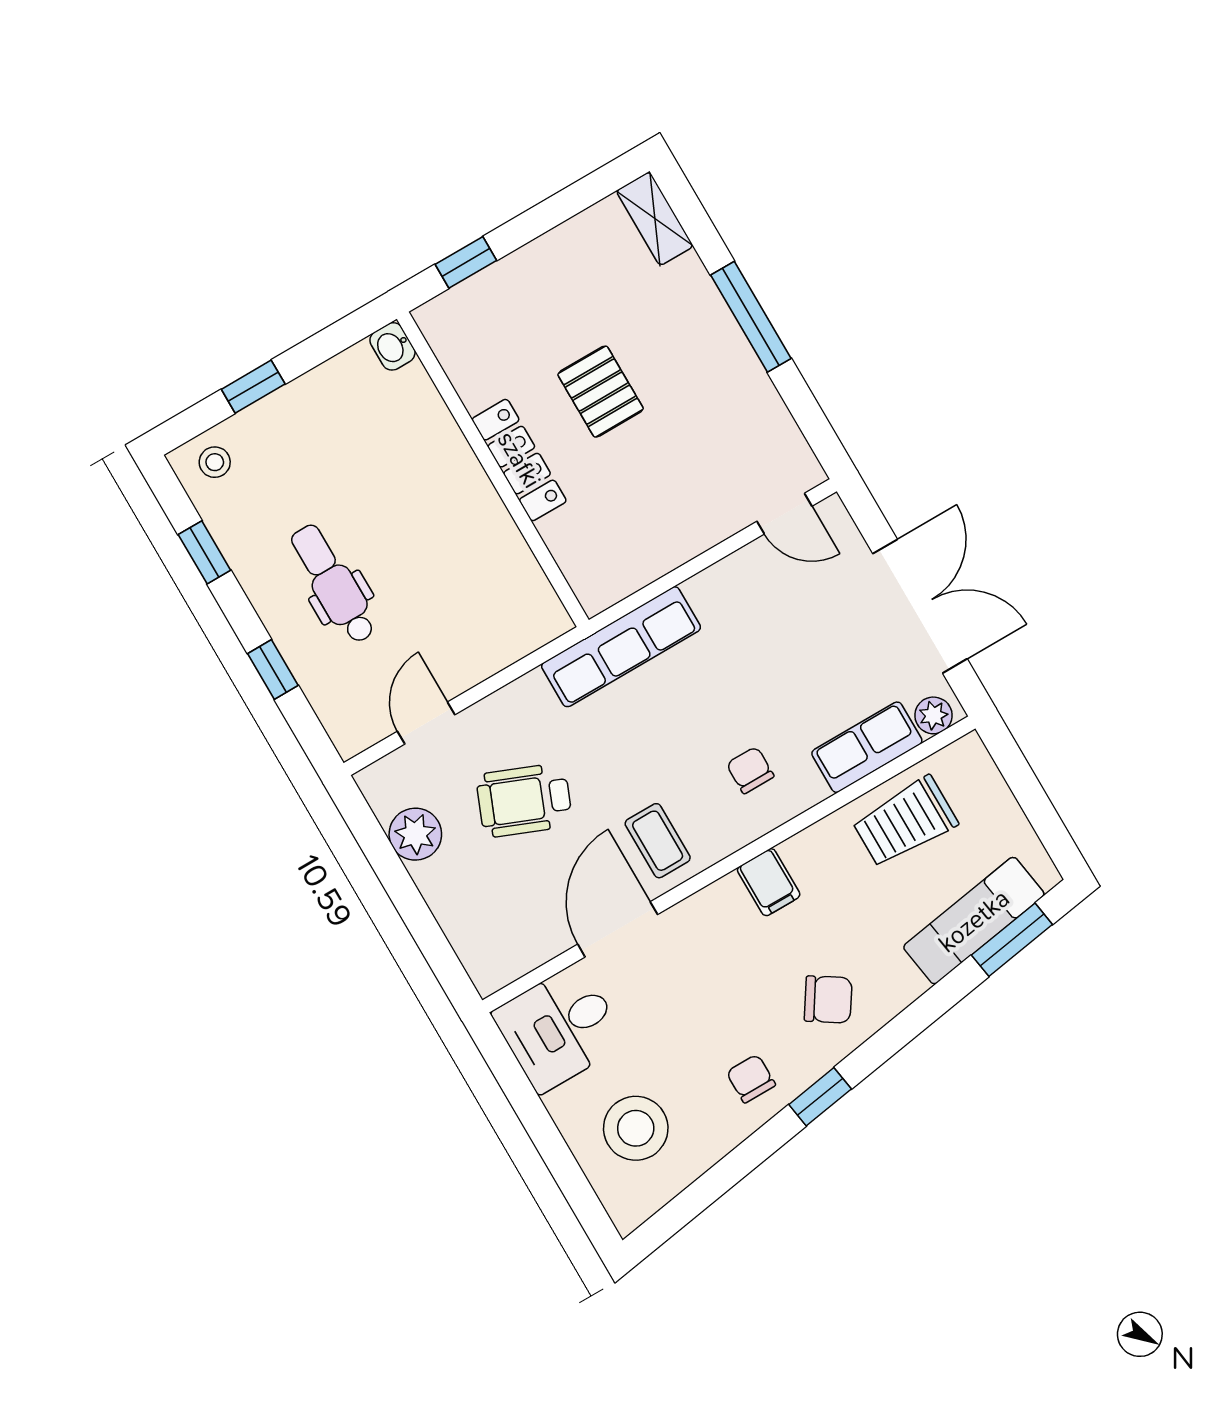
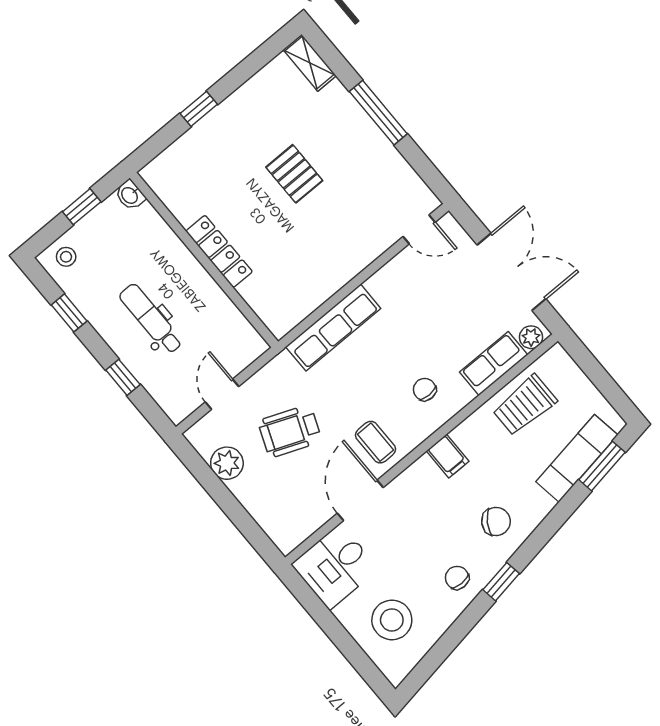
washbasin: (392, 346) -> (130, 195), moved
locker: (519, 460) -> (219, 251), moved
wall: (493, 469) -> (204, 260), moved

